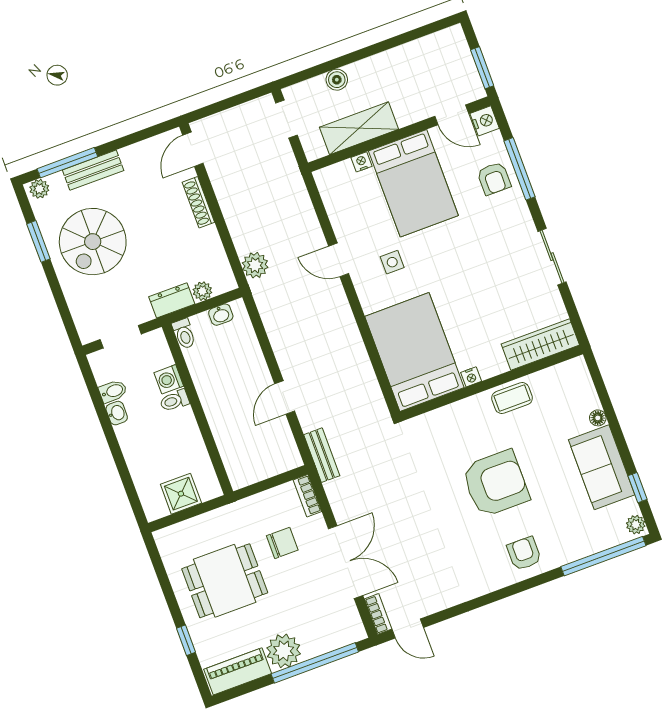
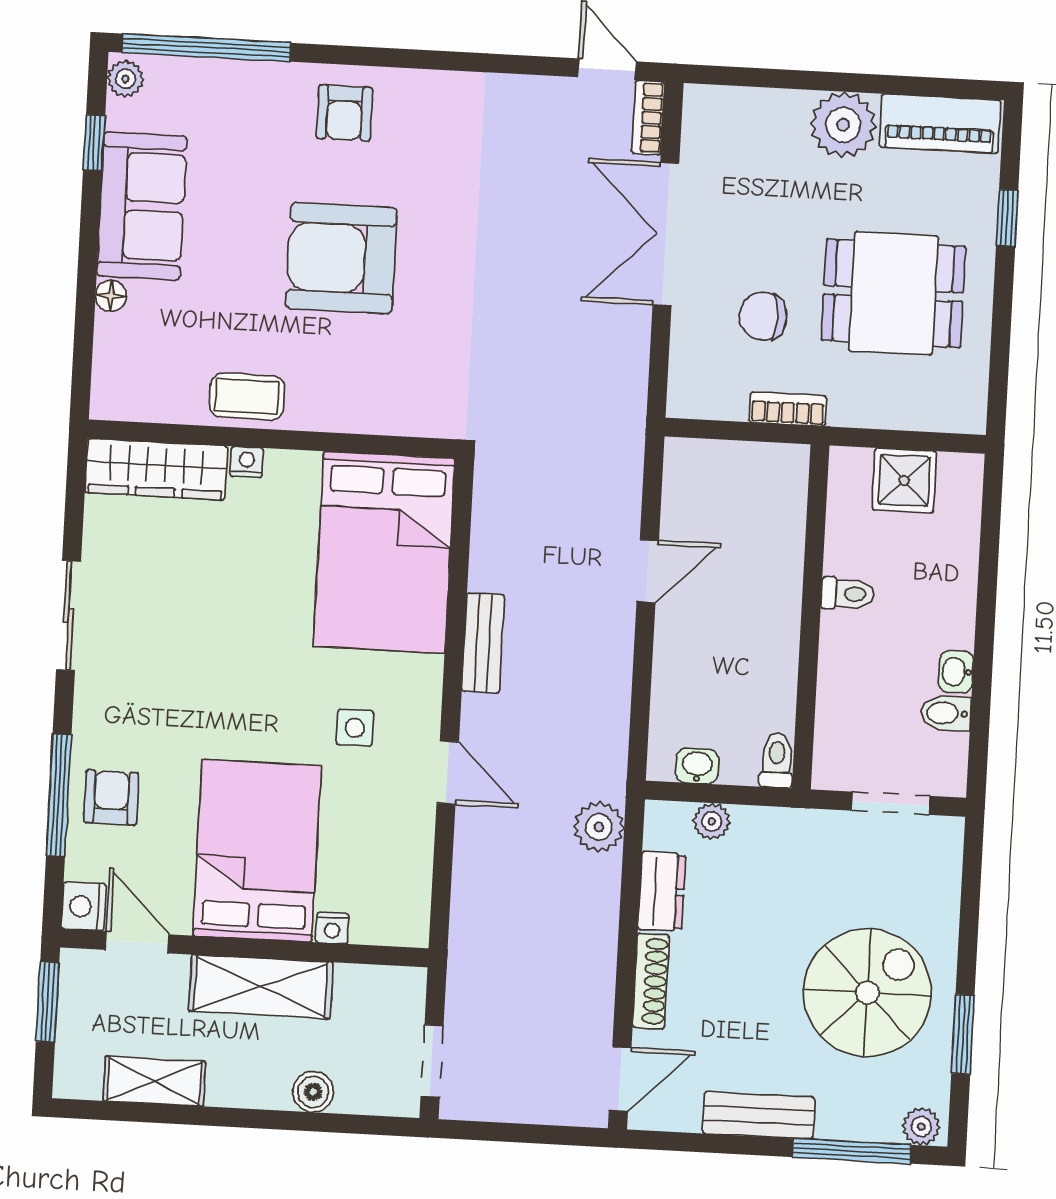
shelving: (415, 52) -> (154, 1081), added
shelving: (359, 128) -> (261, 987), moved
bench: (93, 170) -> (759, 1115), moved
dresser: (172, 300) -> (662, 891), moved, turned -90
nightstand: (471, 377) -> (247, 462), moved
washing machine: (169, 379) -> (838, 691), removed
toilet: (174, 401) -> (848, 594), moved
bench: (322, 455) -> (483, 643), moved
bookcase: (307, 496) -> (788, 409), moved, turned -90
window: (315, 663) -> (797, 80), removed

